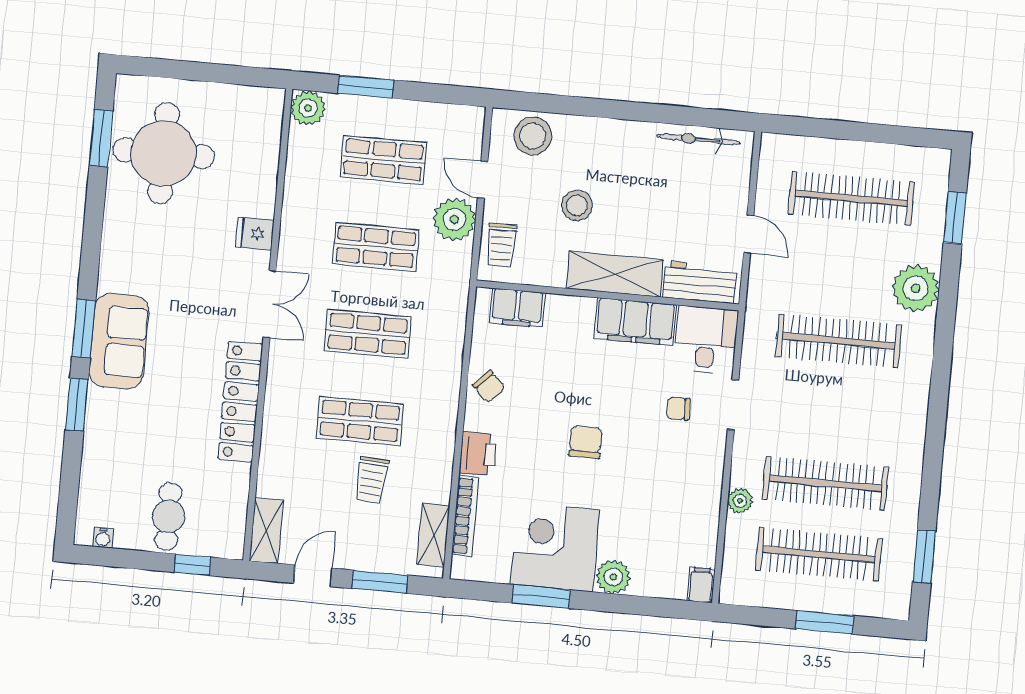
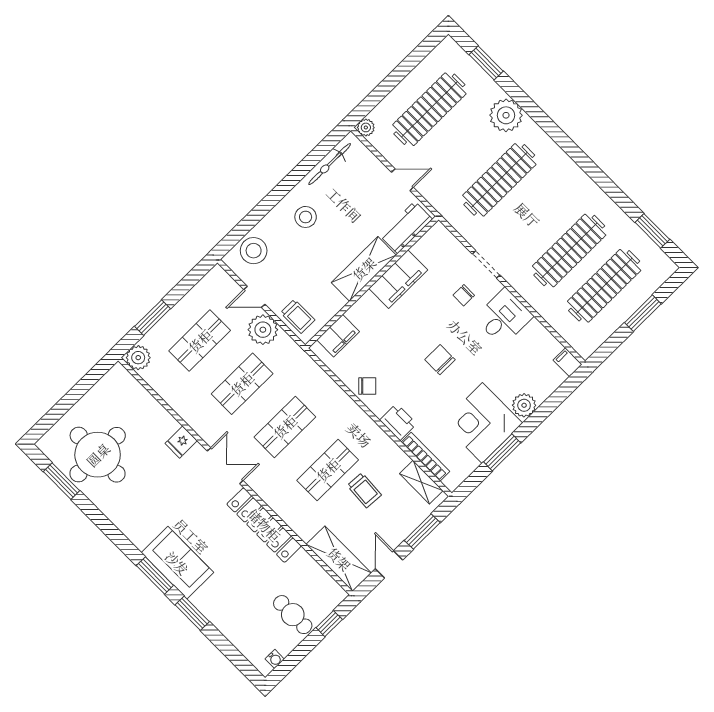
stool: (577, 205) -> (306, 217), moved
desk: (706, 340) -> (504, 317), moved, turned 90
plant: (740, 501) -> (366, 127), moved
shelving: (266, 531) -> (339, 559), width x1.50, depth x1.33

